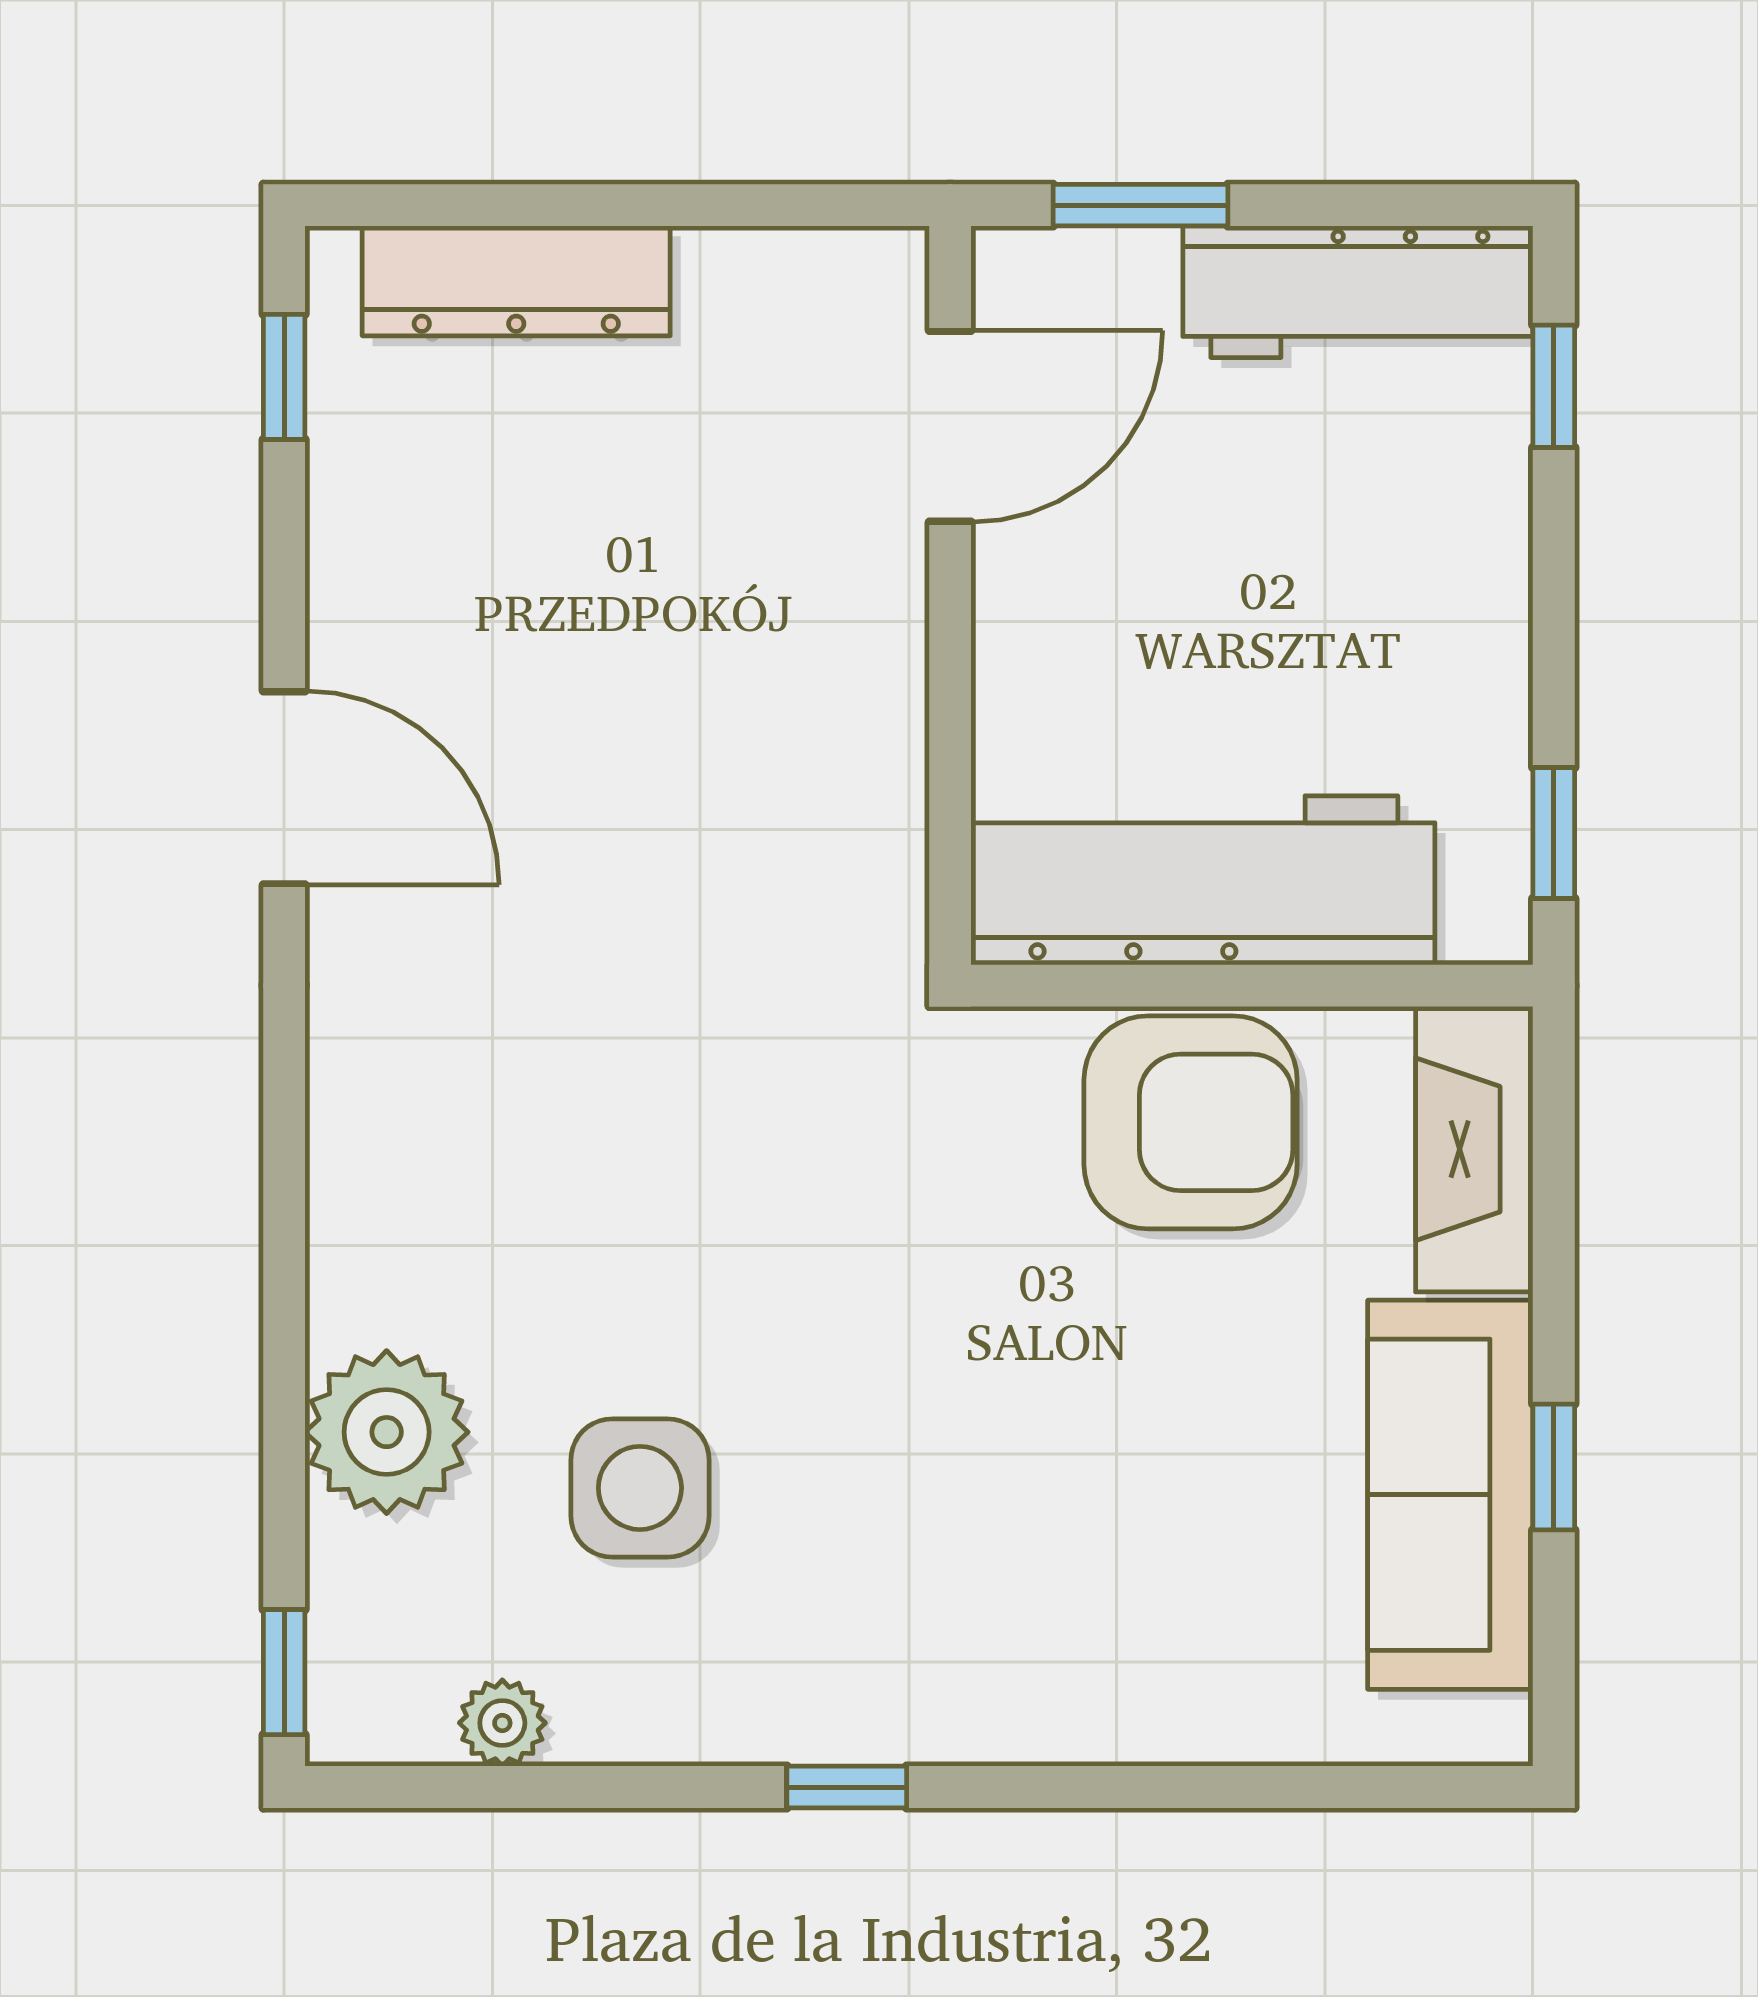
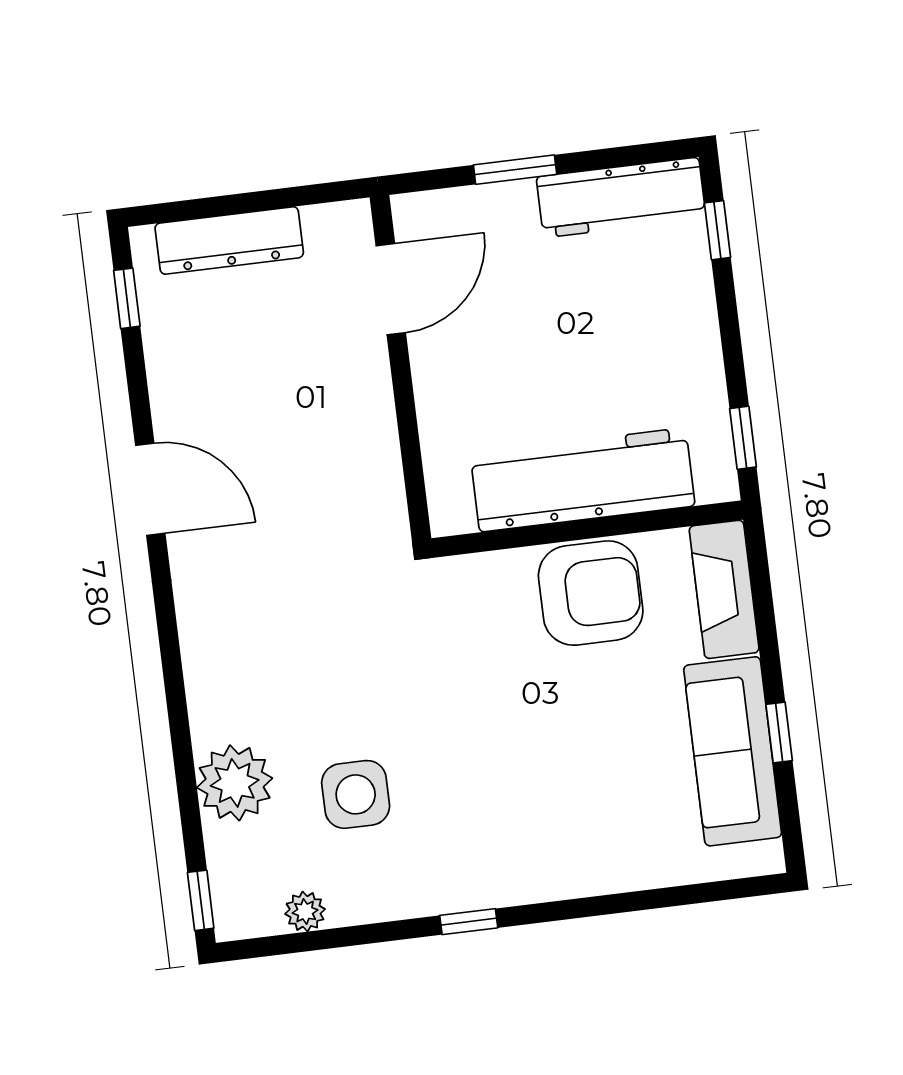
door: (950, 426) -> (391, 289), moved
wall: (950, 595) -> (400, 368), moved

